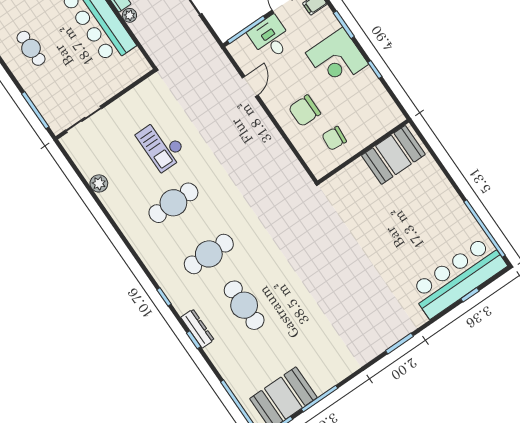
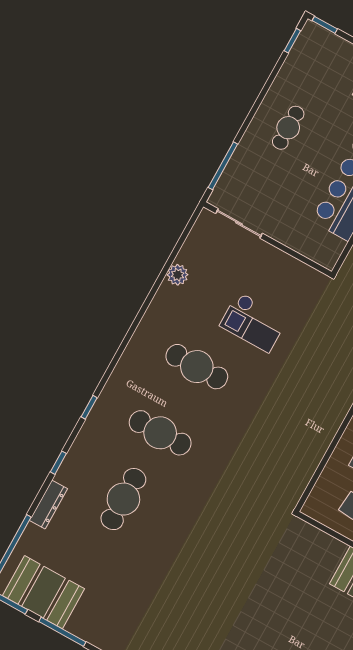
checkout: (161, 145) -> (254, 322), turned -90
dresser: (197, 329) -> (48, 505), moved

